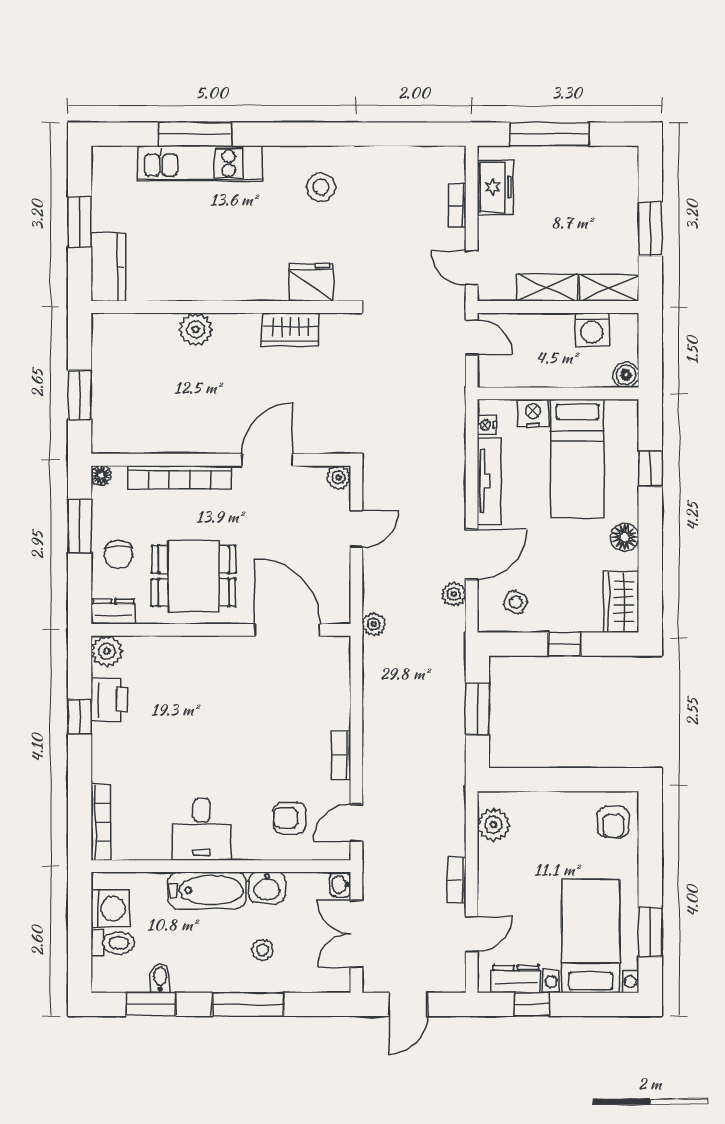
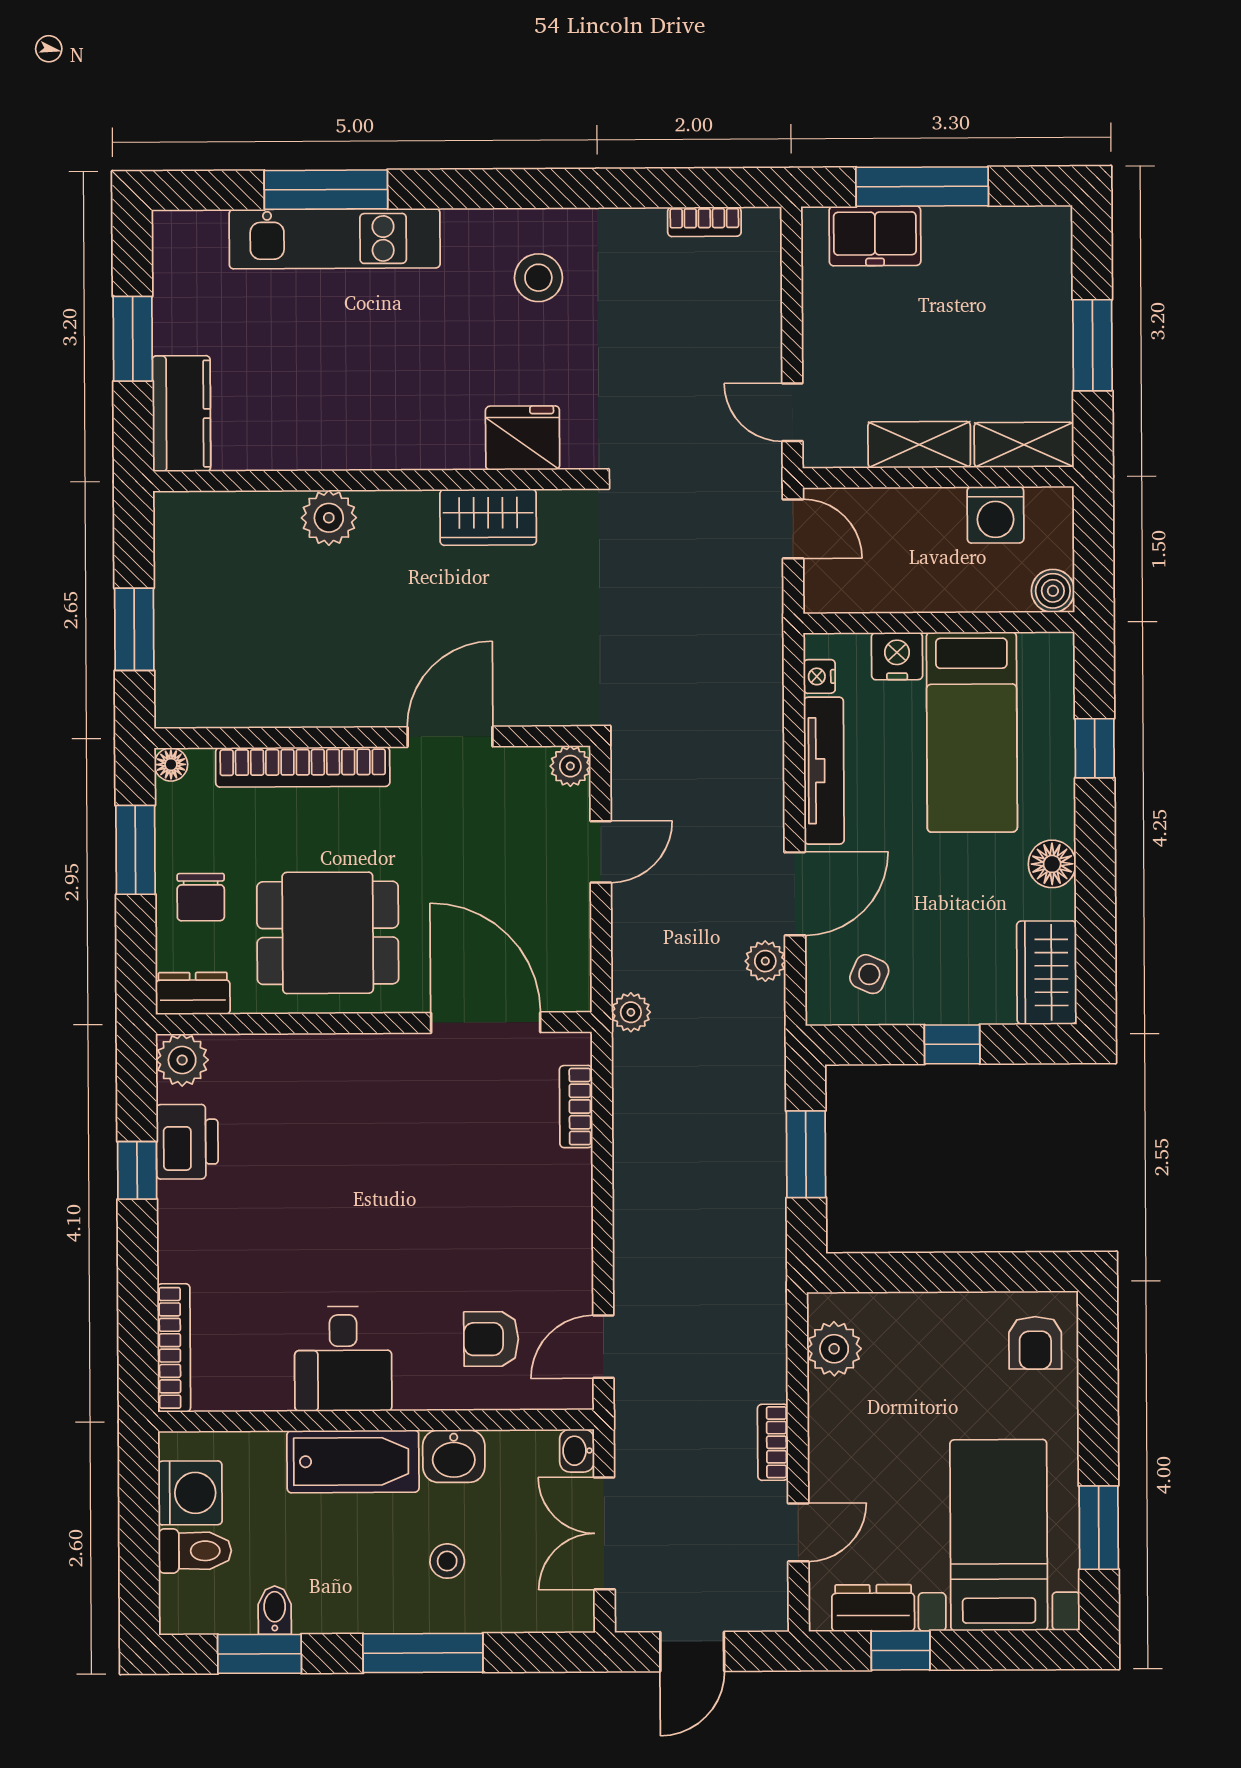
freezer: (495, 187) -> (875, 236), moved, turned 90
bookcase: (457, 205) -> (704, 222), moved, turned -90
bookcase: (341, 755) -> (576, 1107), moved

